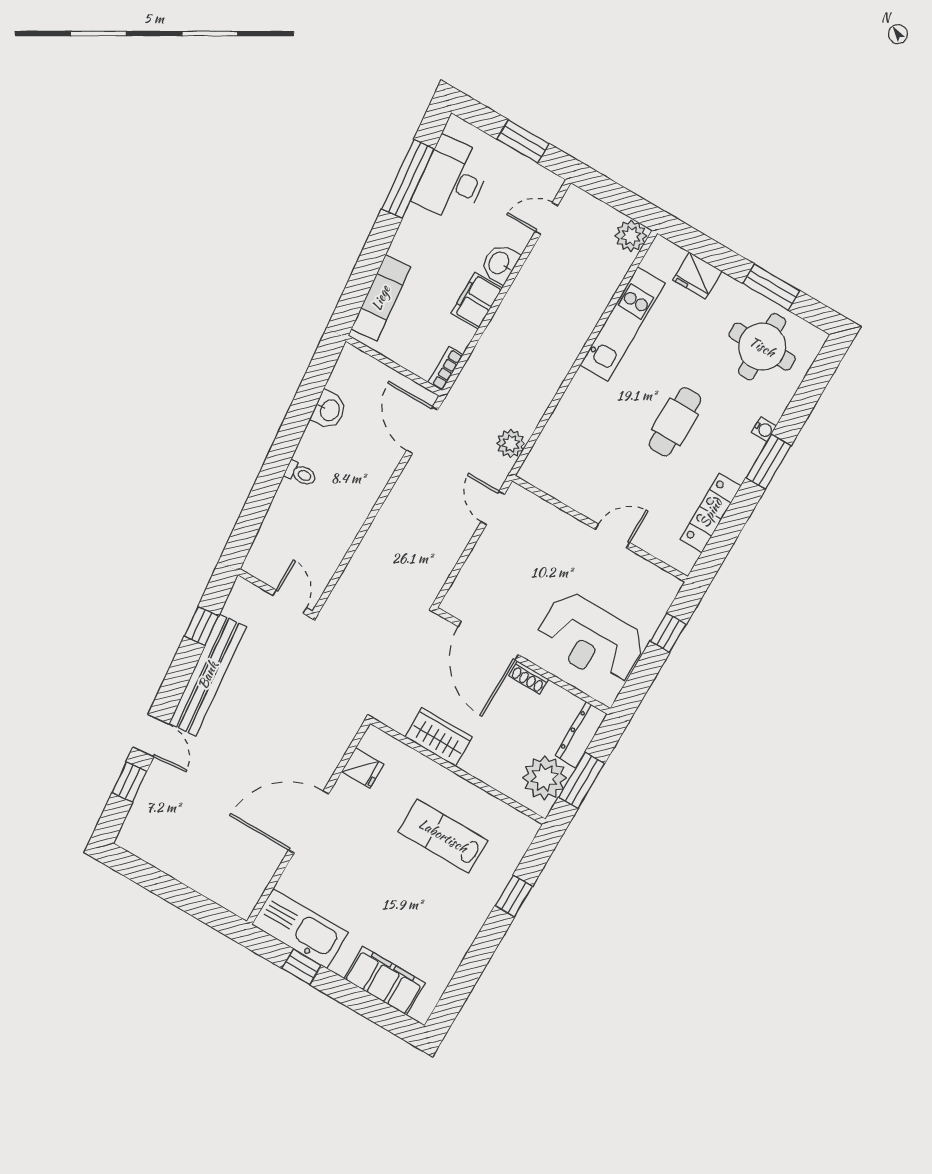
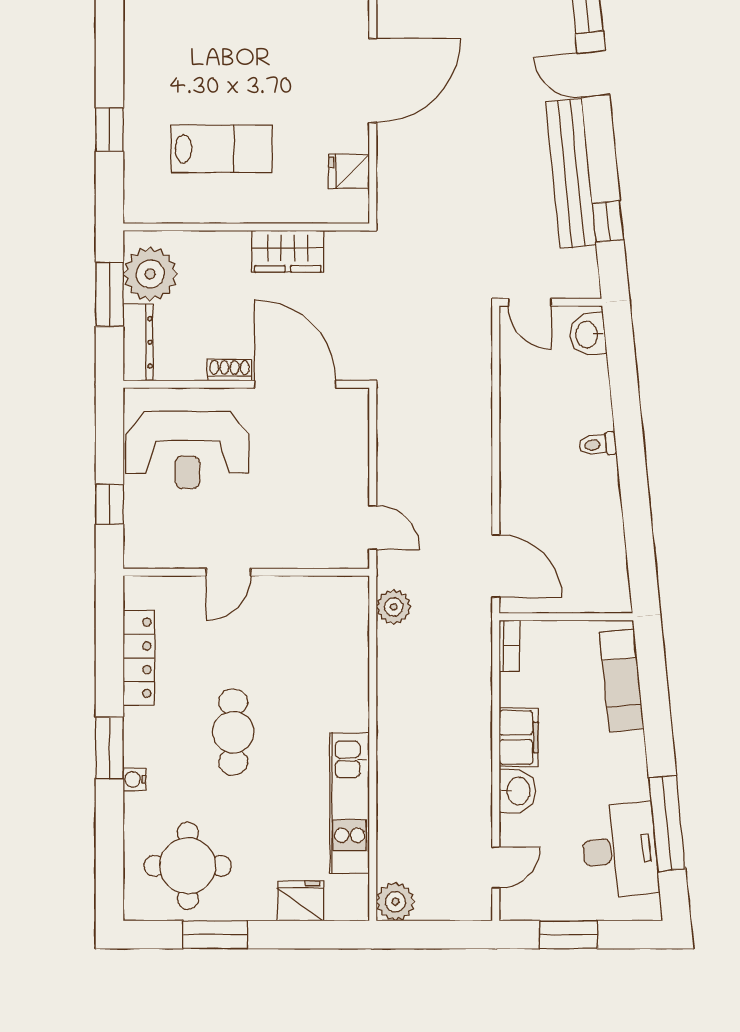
washbasin: (329, 410) -> (588, 334), moved
reception desk: (591, 639) -> (187, 450), turned 180

